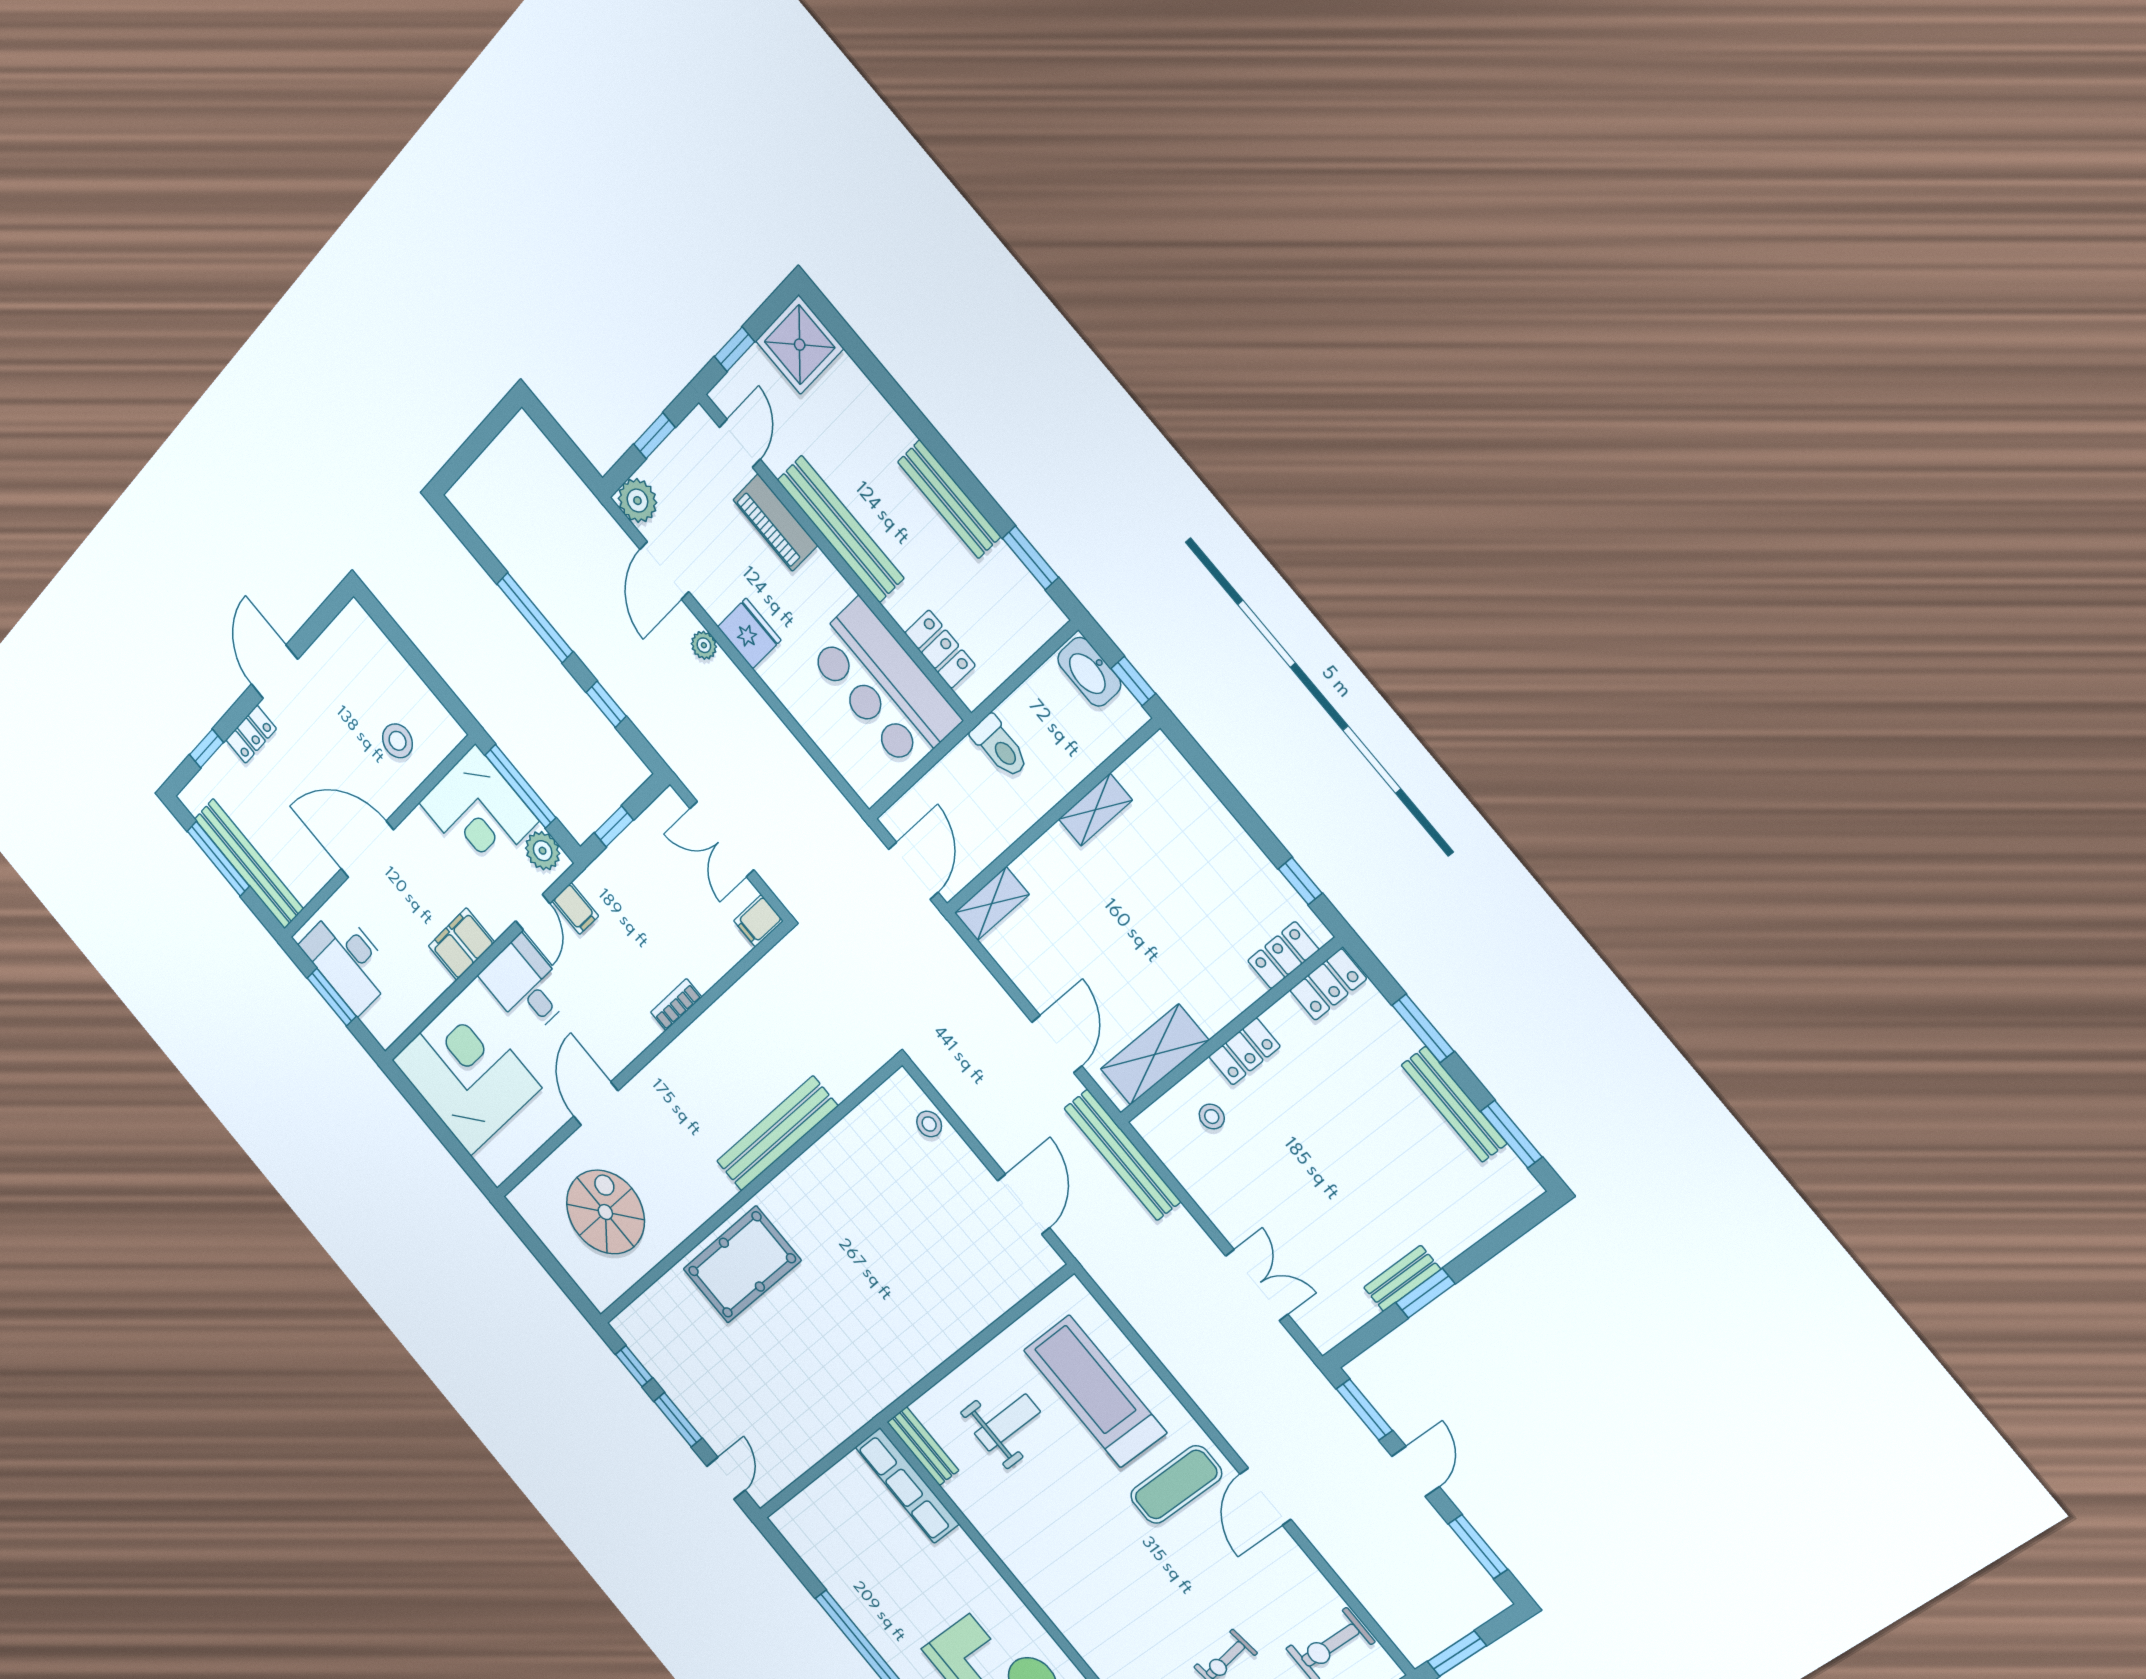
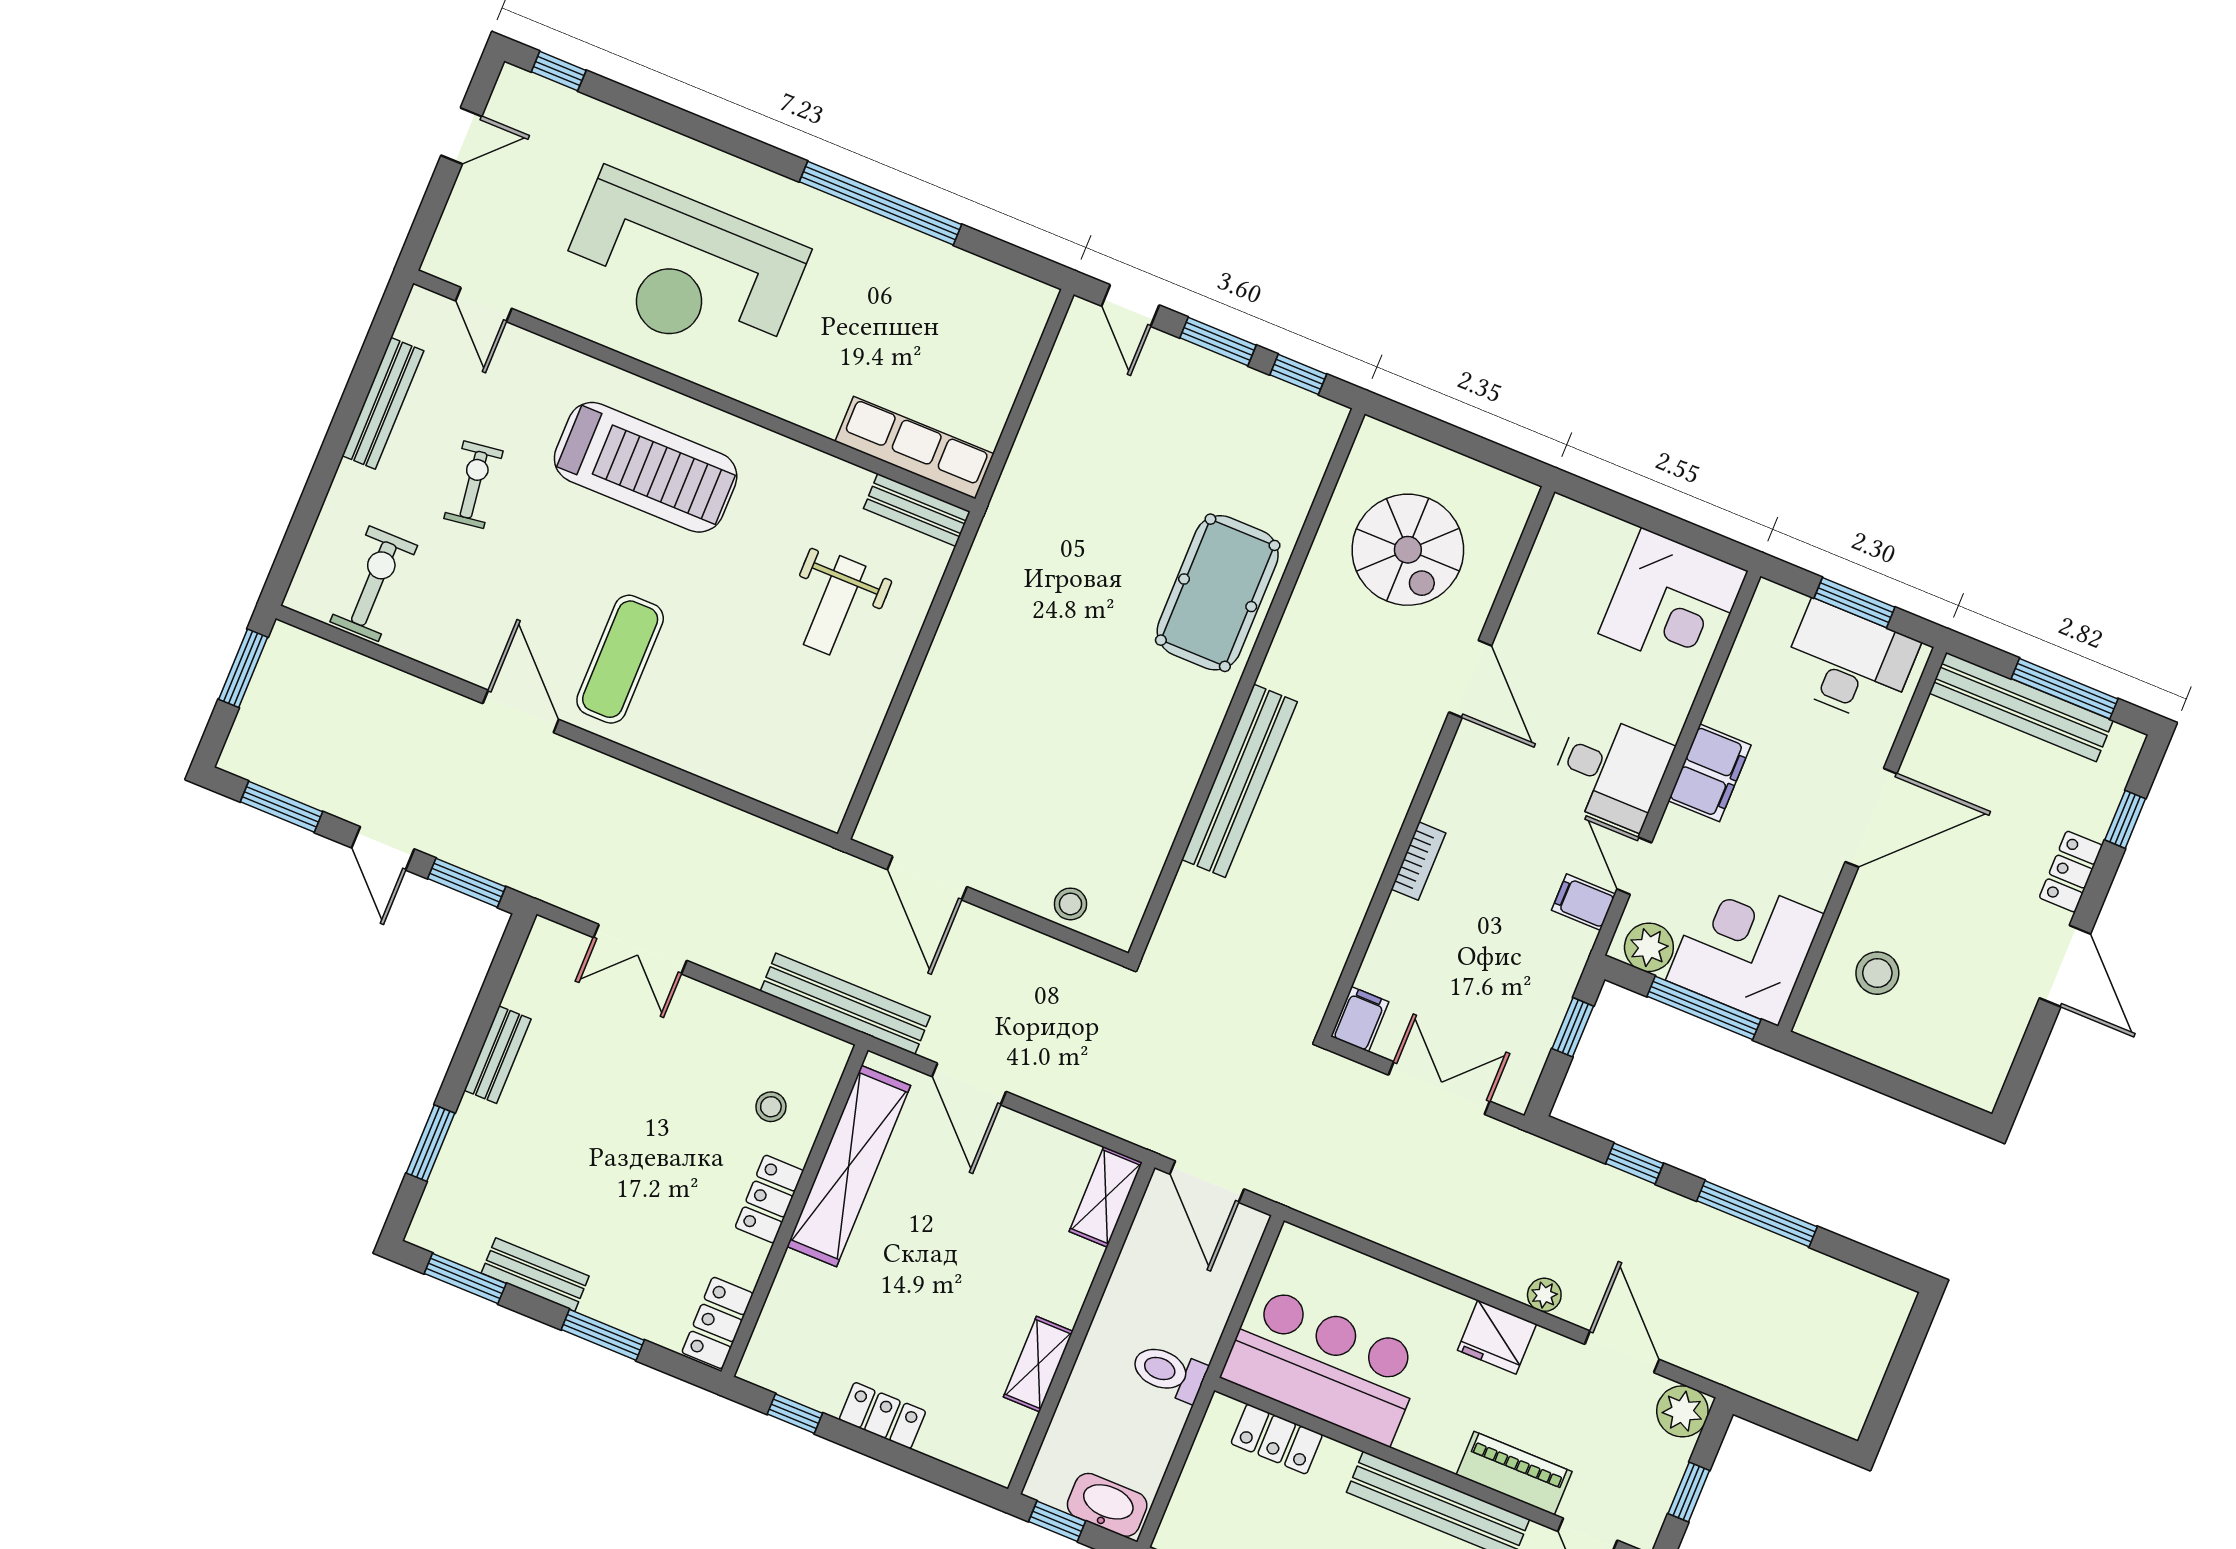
locker: (1283, 955) -> (882, 1415), moved, turned -90
shelving: (1154, 1055) -> (849, 1166), width x1.47
corner desk: (466, 1074) -> (1673, 602), width x0.74, depth x0.74
bench: (1454, 1104) -> (535, 1275), width x0.73
window: (1425, 1293) -> (431, 1143), moved
treadmill: (1095, 1391) -> (646, 467), moved

